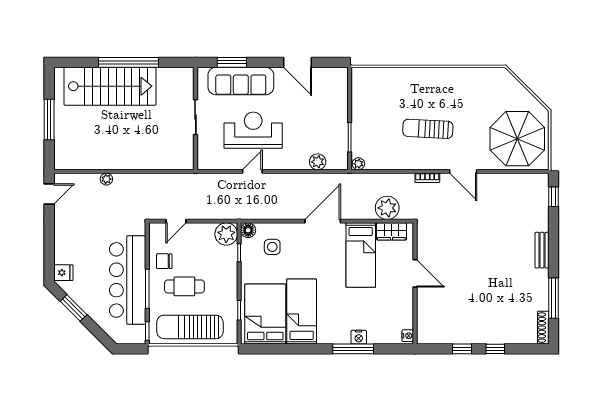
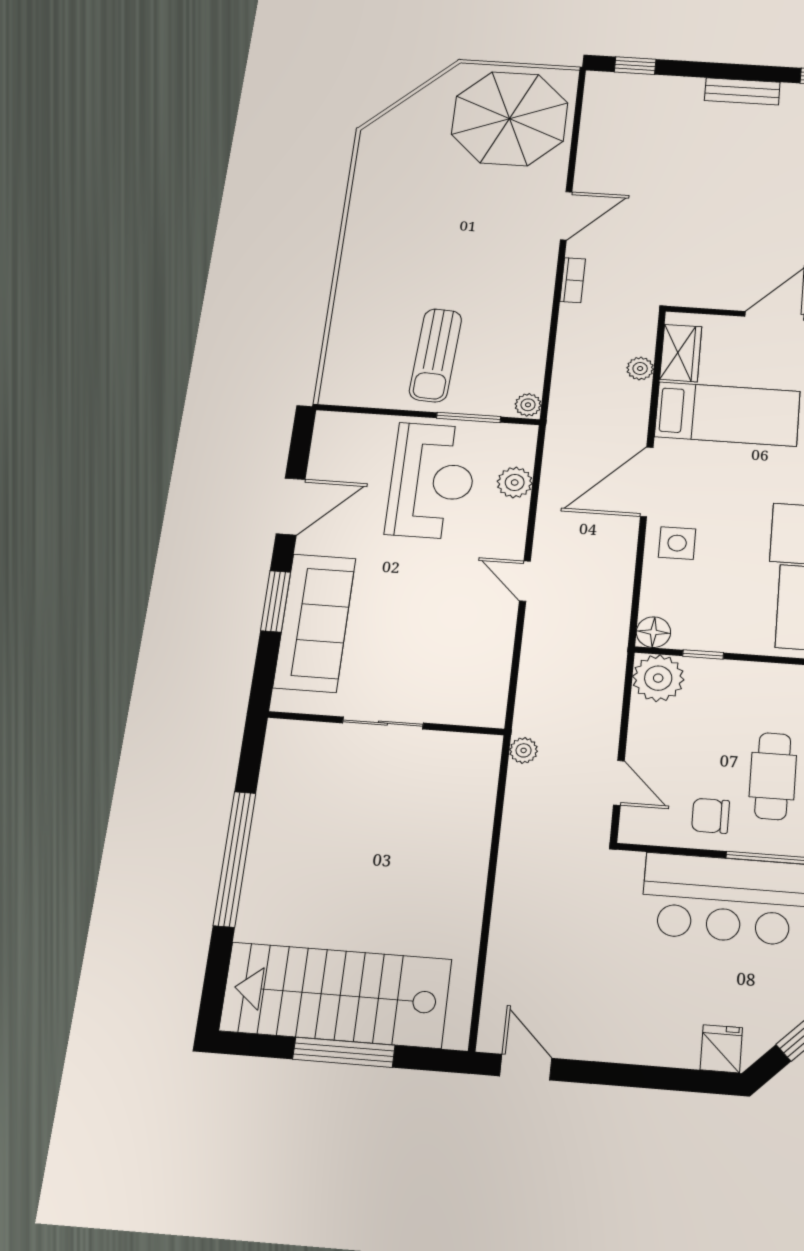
window: (232, 62) -> (276, 601), moved
stairs: (110, 86) -> (336, 995), moved, turned -90
sun lounger: (428, 129) -> (436, 355), moved
reception desk: (253, 130) -> (432, 481), moved, turned 180
door: (252, 171) -> (525, 581), moved
plant: (106, 179) -> (524, 750), moved
plant: (387, 208) -> (640, 369), width x0.53, depth x0.53
door: (323, 221) -> (647, 482), hinge flipped
side table: (272, 247) -> (677, 543), moved
chair: (164, 261) -> (710, 816), turned 90

